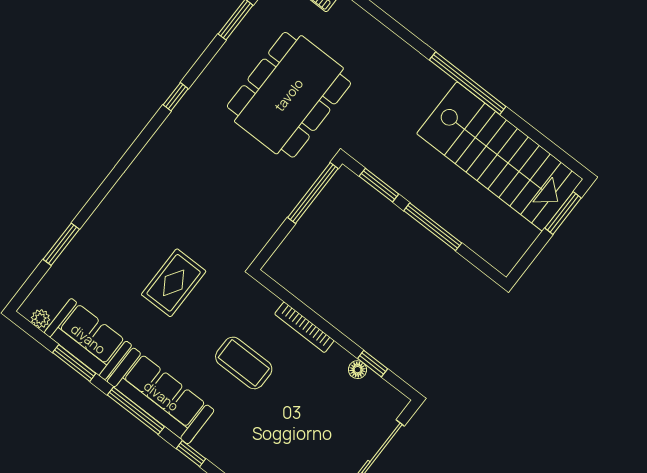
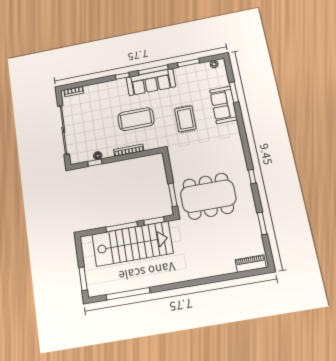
window: (468, 83) -> (128, 294), moved
dining table: (289, 95) -> (208, 196), moved, turned 90
stairs: (500, 156) -> (132, 244), moved, turned 180
window: (313, 193) -> (173, 195), width x0.69
sofa: (88, 339) -> (223, 105), moved, turned 90
coffee table: (244, 363) -> (136, 119), width x1.36, depth x1.32

